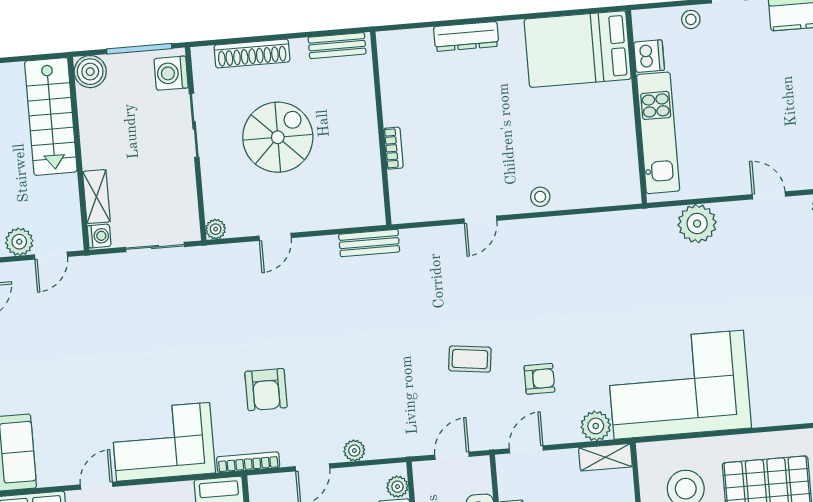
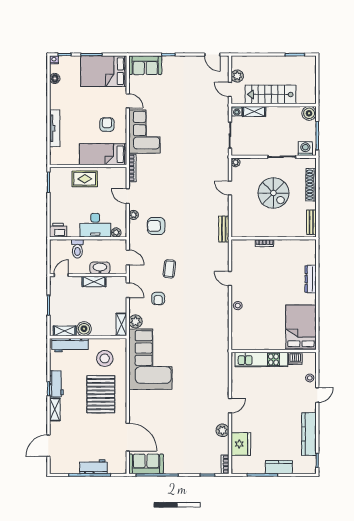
stairs: (51, 116) -> (270, 94), moved
plant: (697, 224) -> (220, 373), removed
armchair: (266, 390) -> (156, 226), moved

